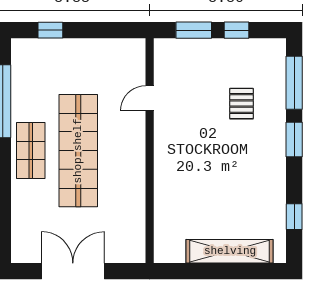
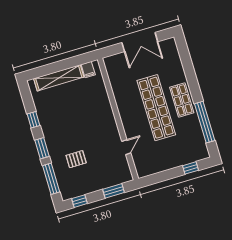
window: (236, 30) -> (79, 201), moved
pallet: (242, 104) -> (76, 159), turned 90
window: (294, 217) -> (34, 120), moved
filing cabinet: (175, 250) -> (88, 70), added

